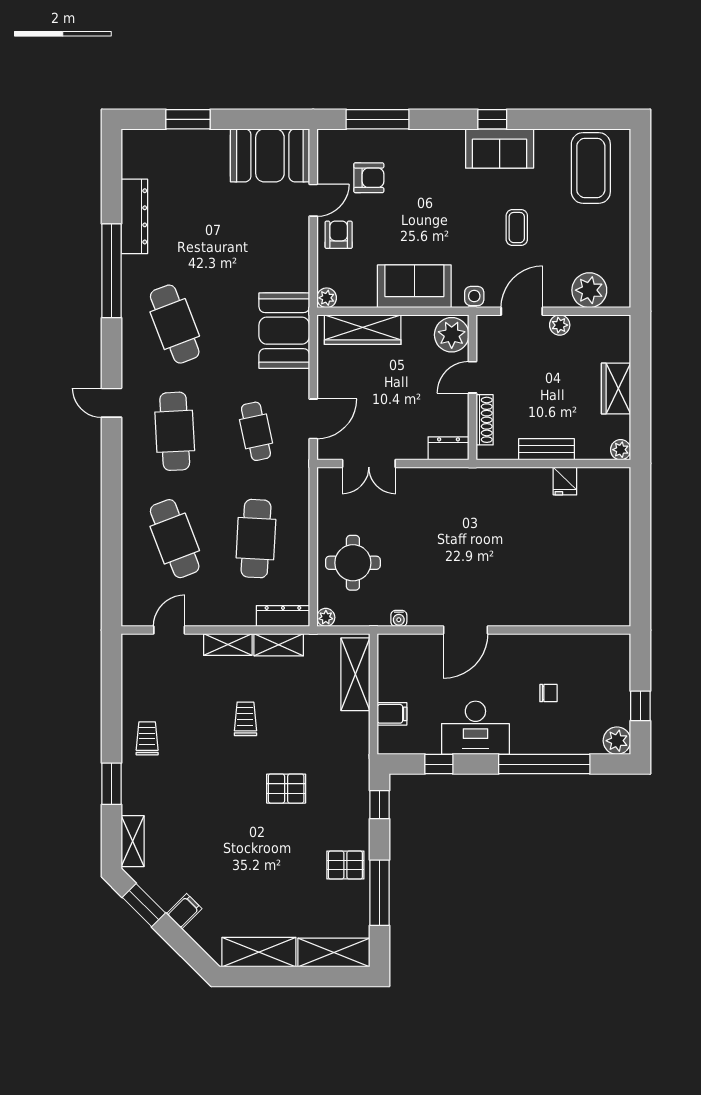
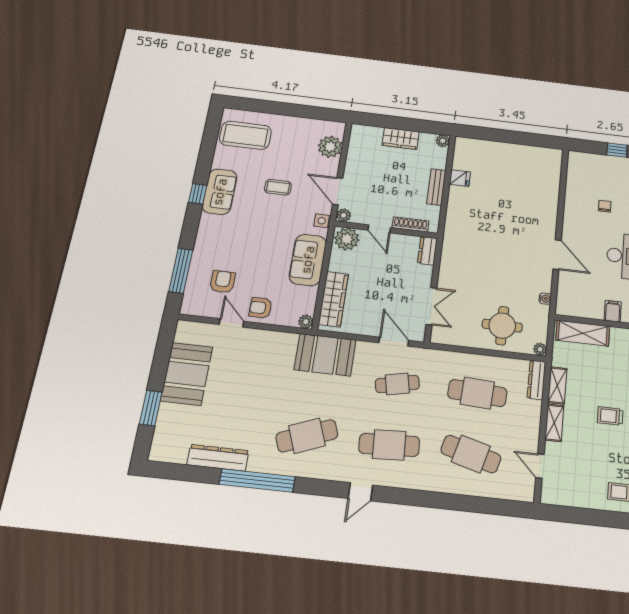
booth: (270, 155) -> (187, 374), moved
plant: (560, 325) -> (344, 215), moved
cafe table: (175, 539) -> (471, 454), turned 36

